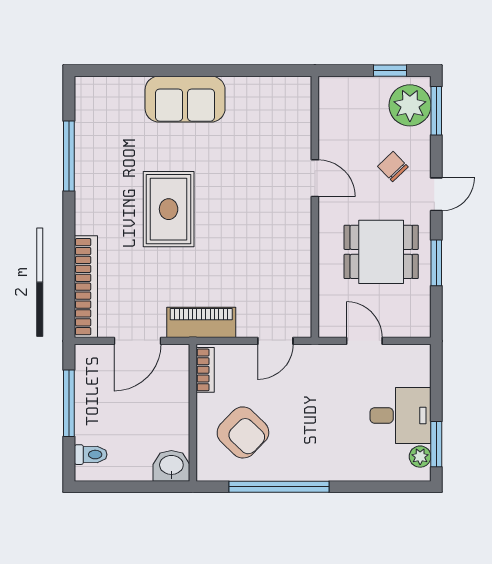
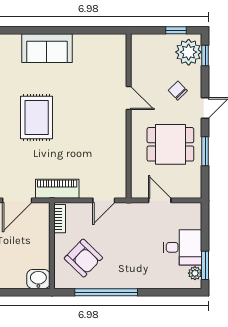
window: (436, 111) -> (205, 56), width x0.67

